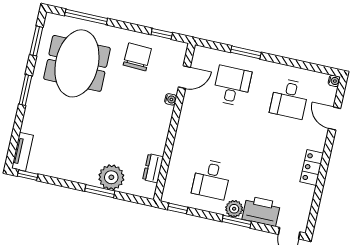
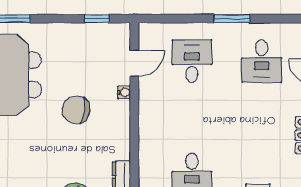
window: (246, 52) -> (232, 19), moved
chair: (137, 57) -> (76, 110), moved, turned -85

